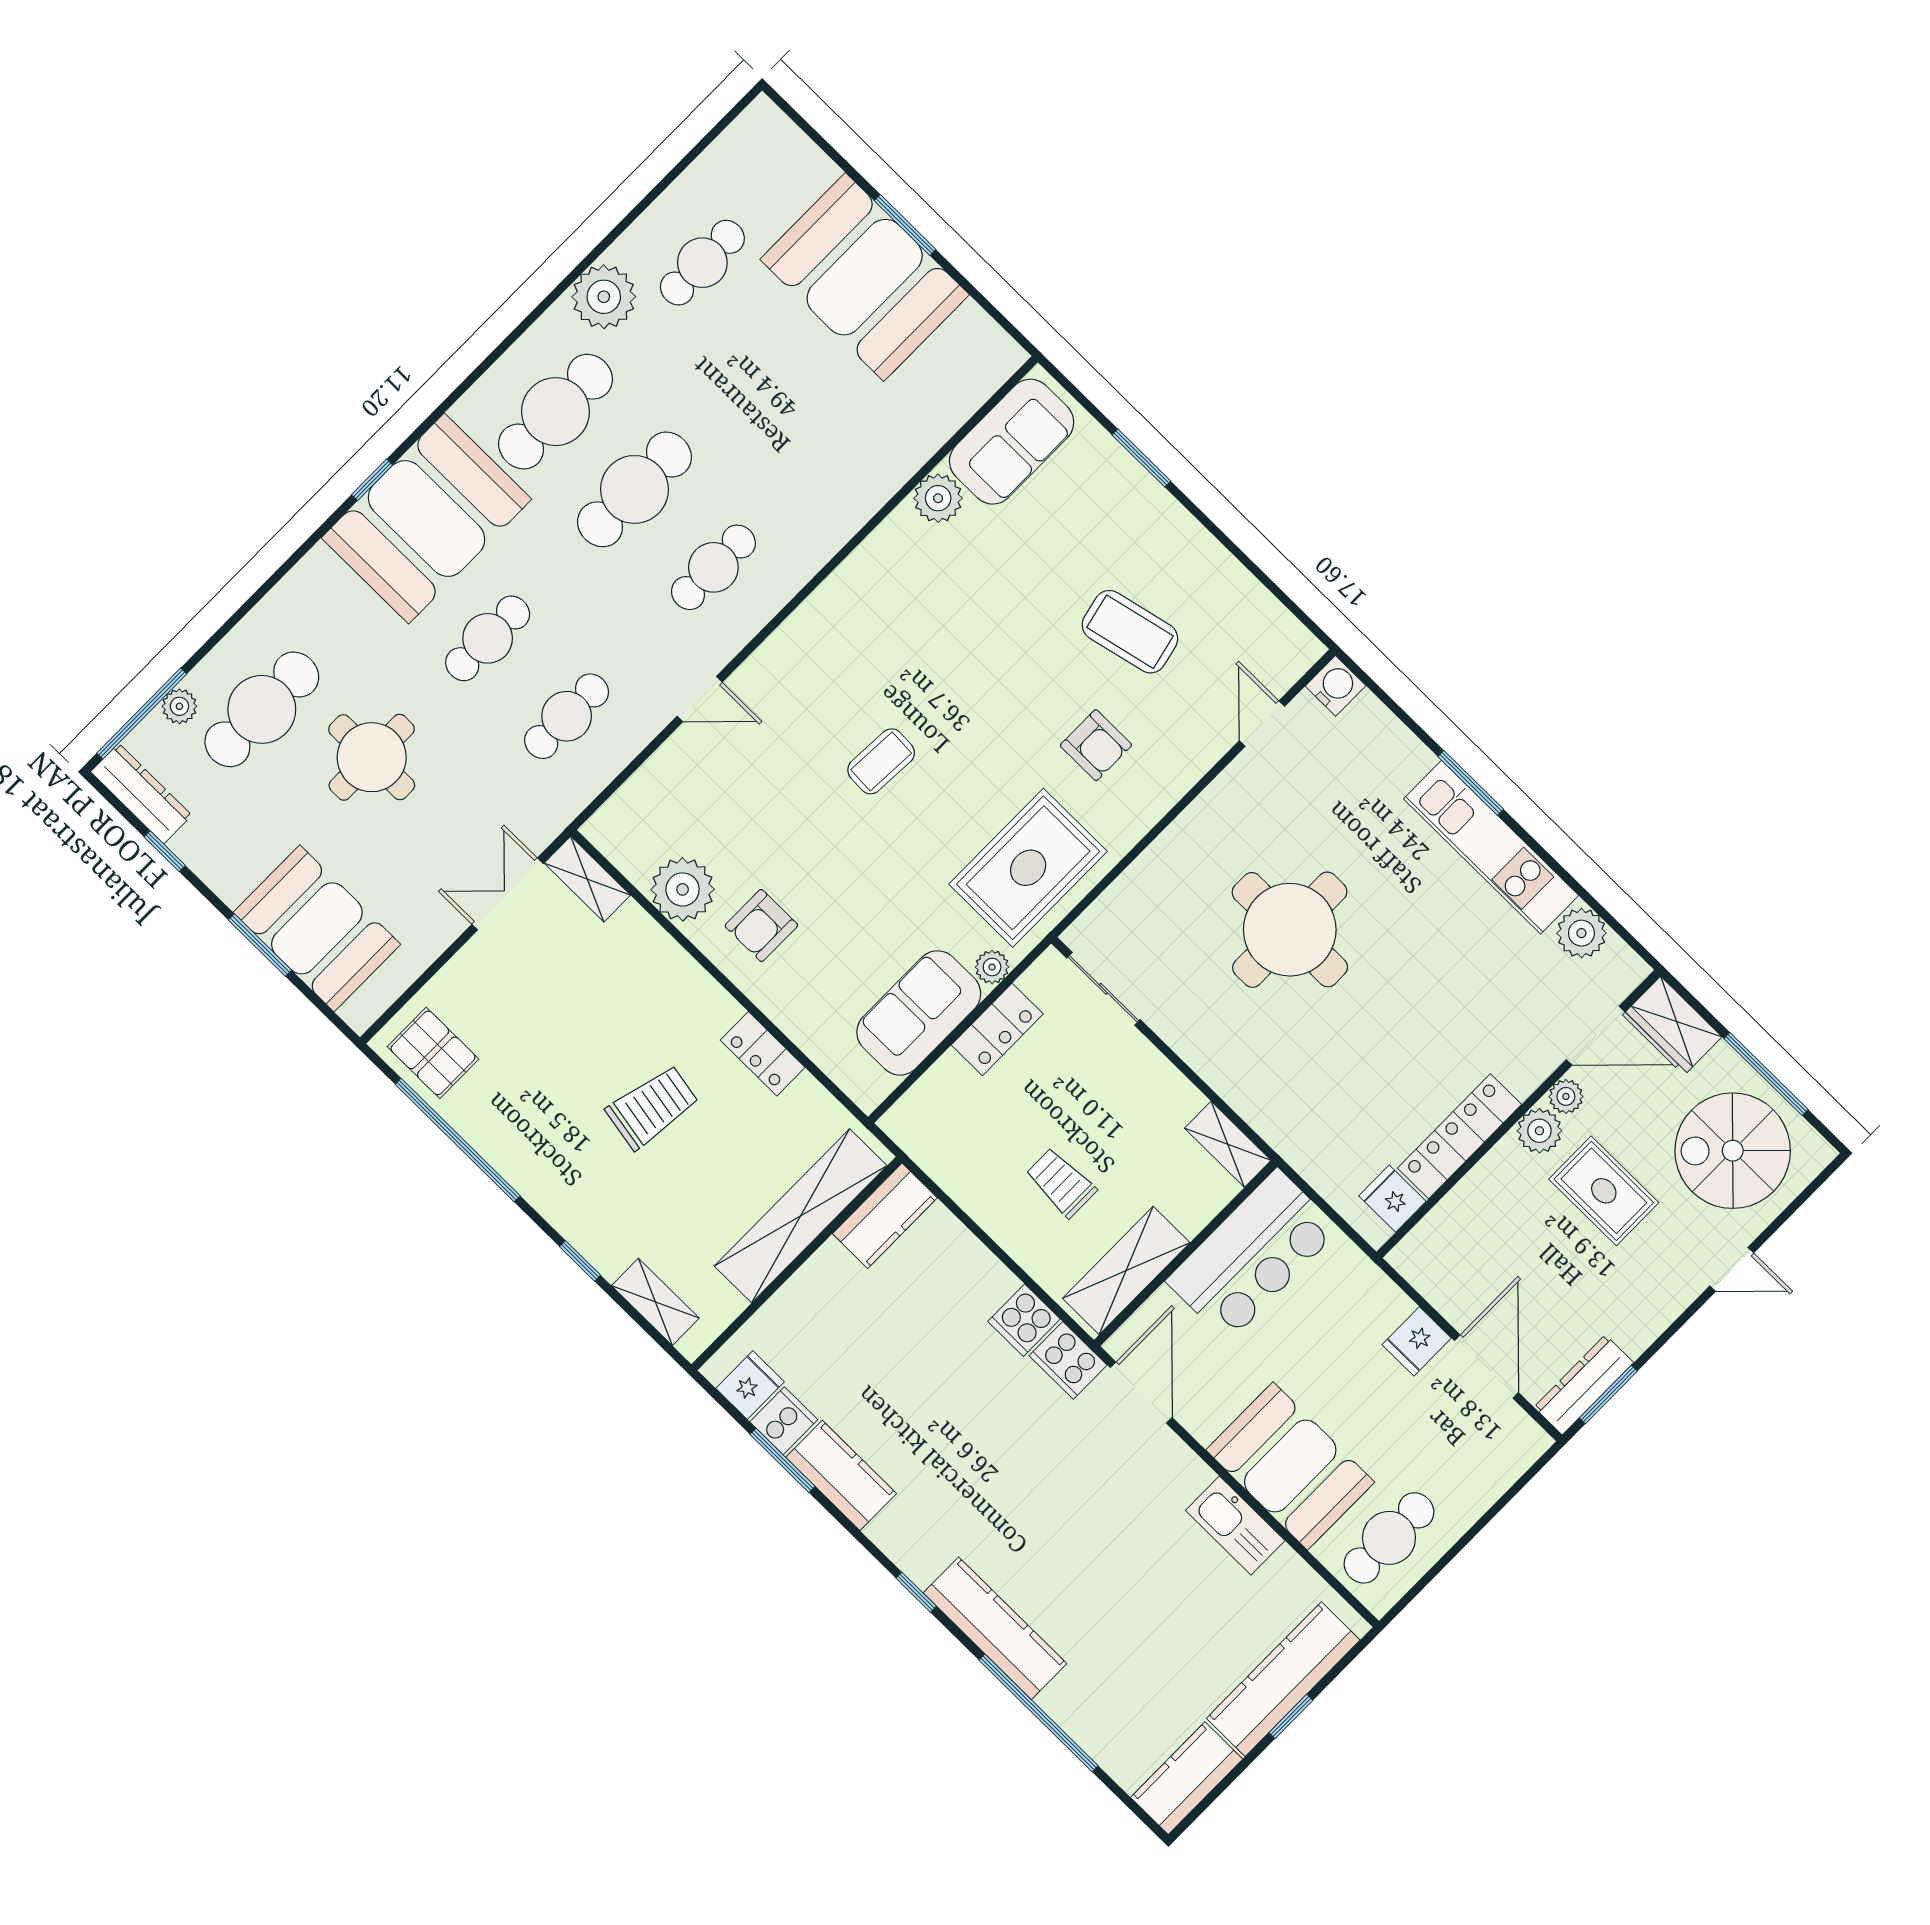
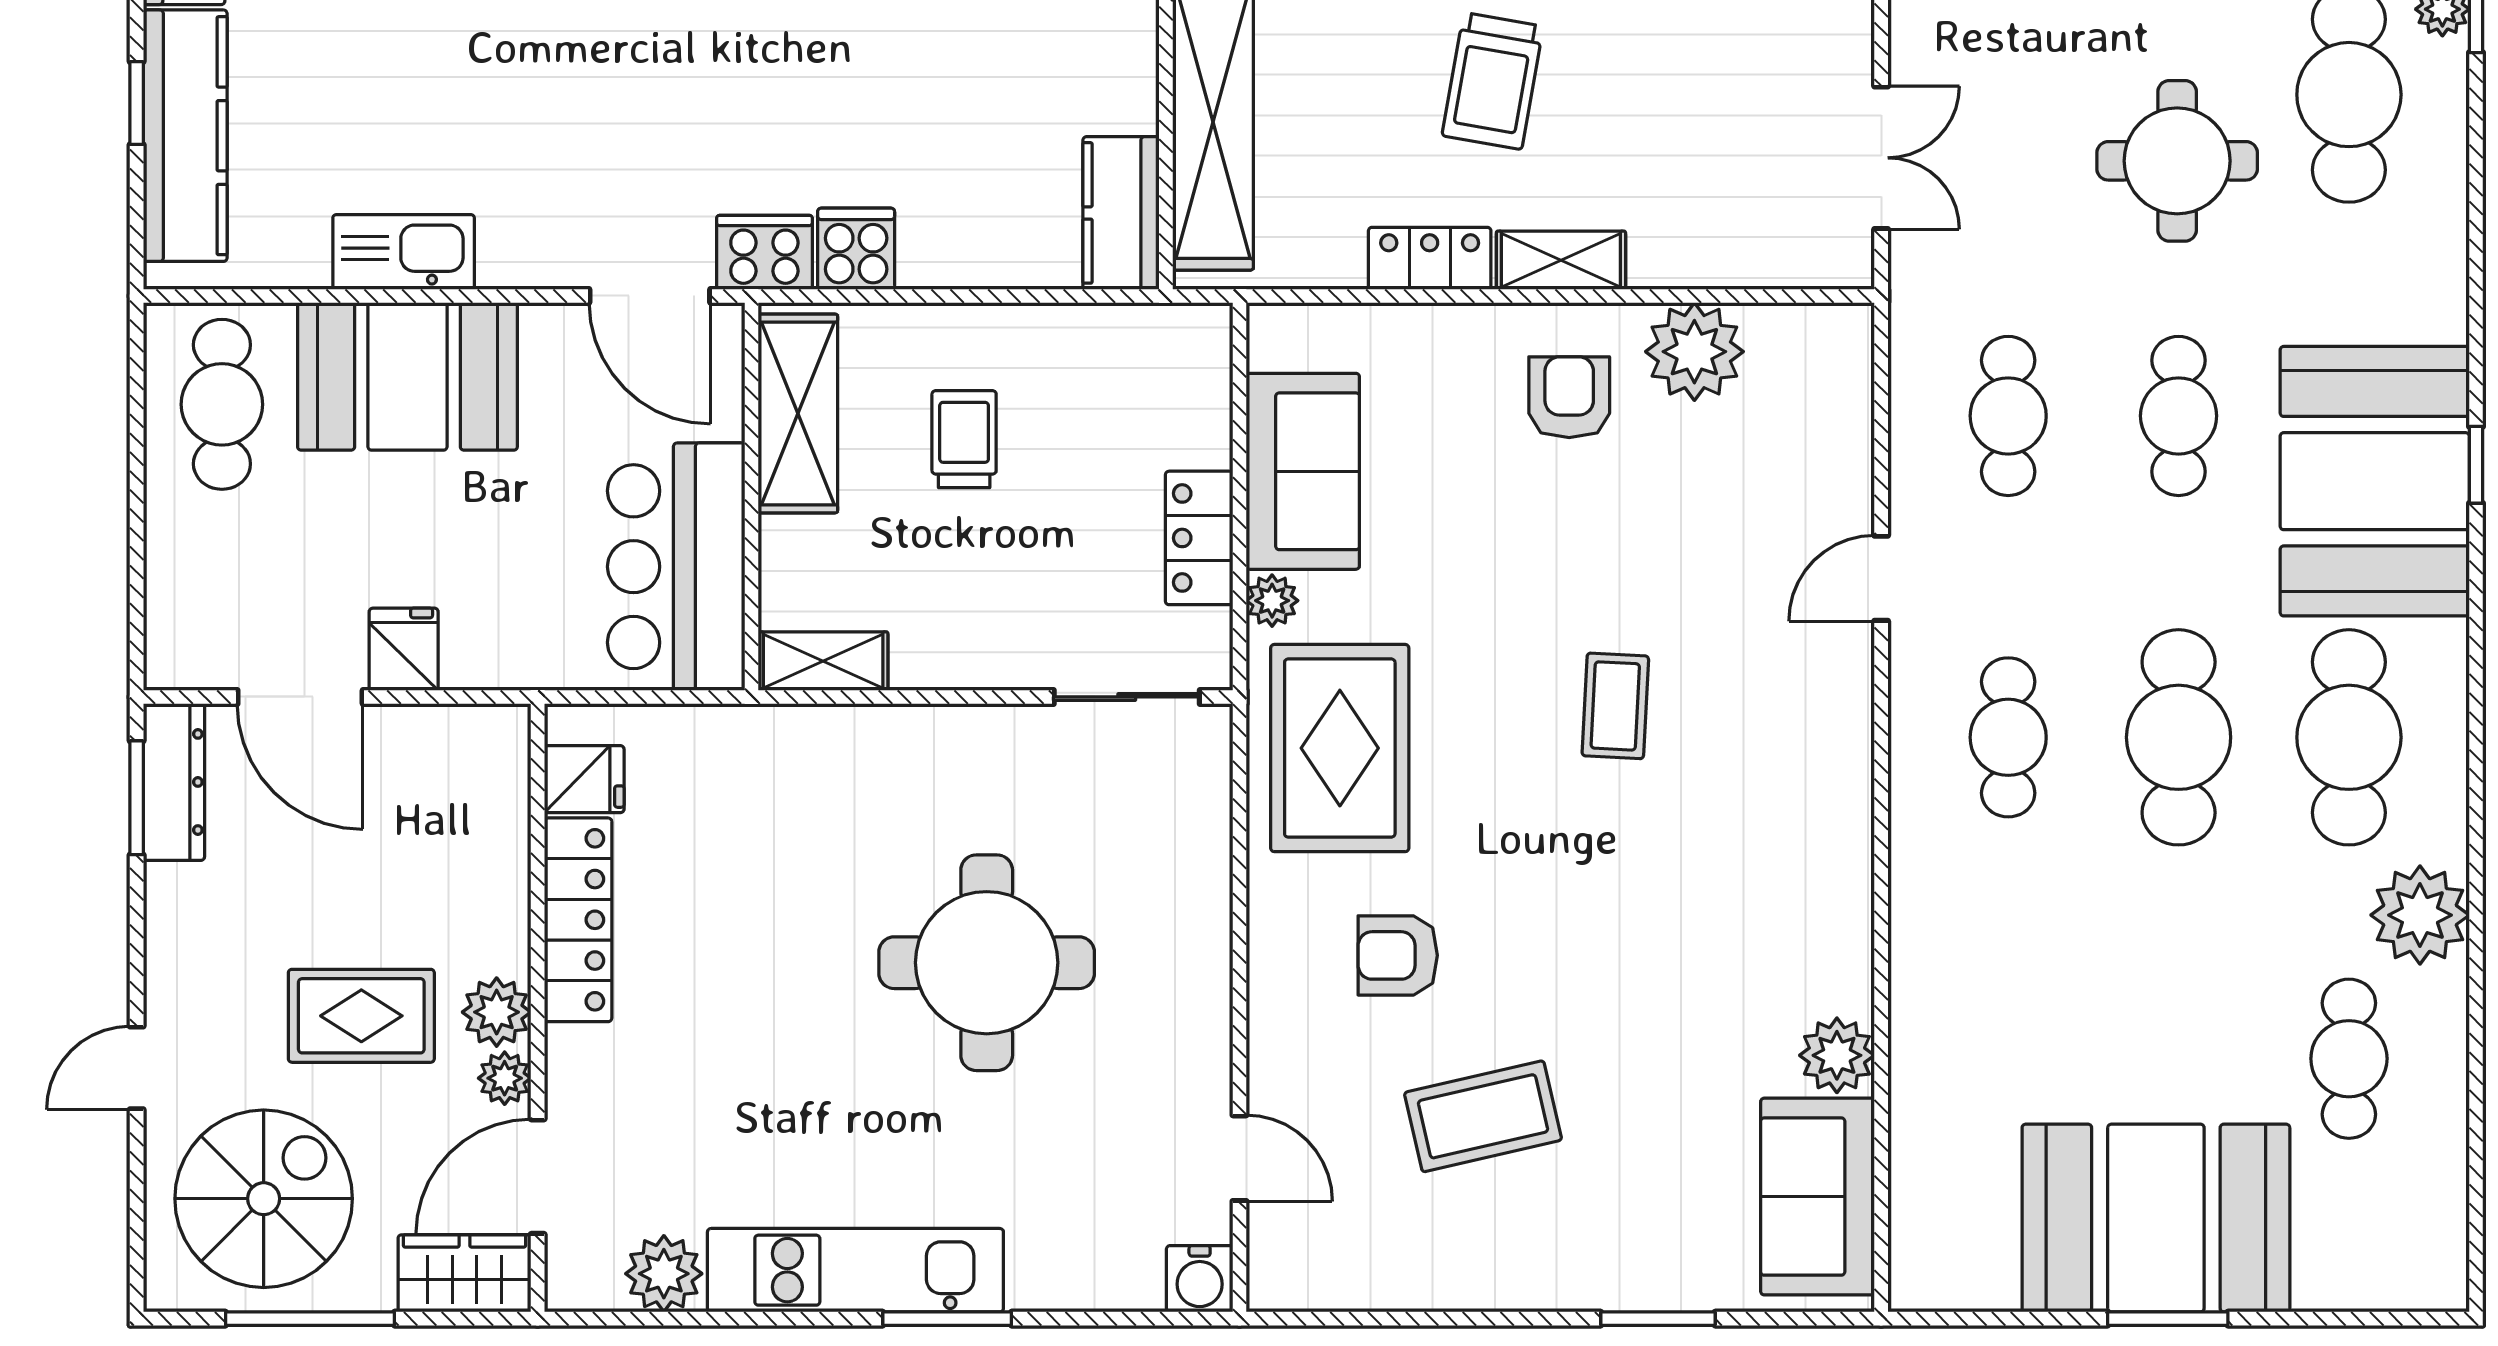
shelving: (587, 879) -> (1561, 260), moved
trolley: (1061, 1183) -> (964, 439), turned -90

